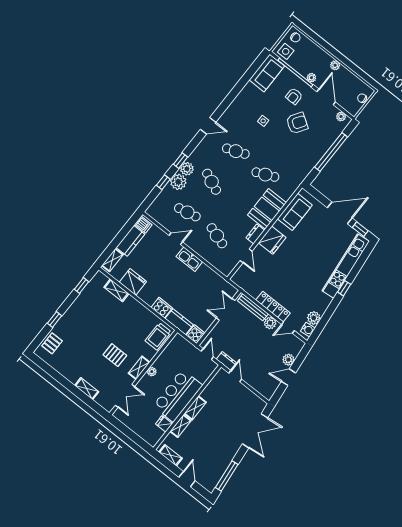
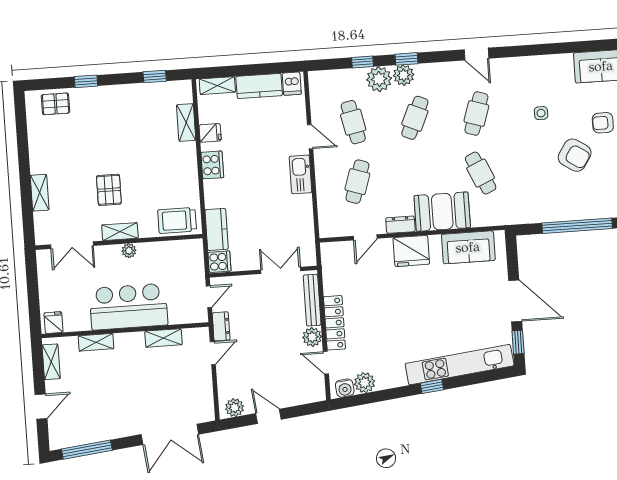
cafe table: (236, 151) -> (476, 113), turned 39
fridge: (133, 282) -> (210, 133), width x0.53, depth x0.75
cooker: (162, 308) -> (212, 165), moved
plant: (288, 360) -> (235, 408), moved
shelving: (195, 408) -> (163, 338), moved
fridge: (164, 424) -> (53, 323), moved

